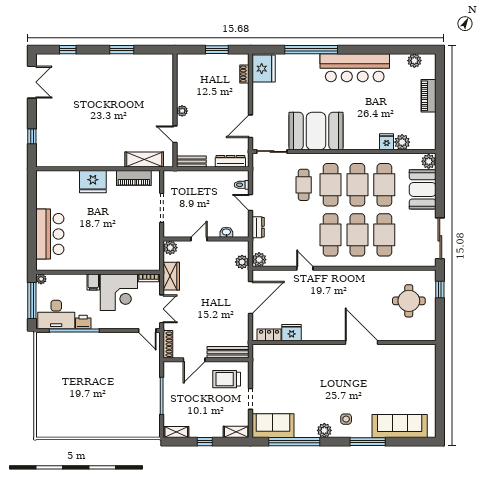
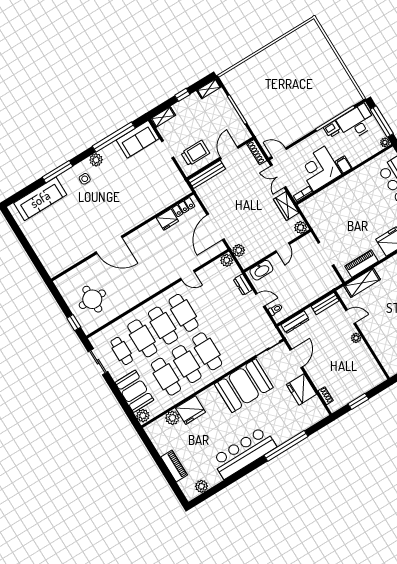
fridge: (264, 69) -> (302, 389), moved
fridge: (387, 142) -> (191, 410), width x1.88, depth x1.34
cafe table: (304, 185) -> (122, 351), moved
washbasin: (226, 232) -> (261, 270), width x1.91, depth x1.45
sliding door: (440, 238) -> (98, 362), width x0.73

